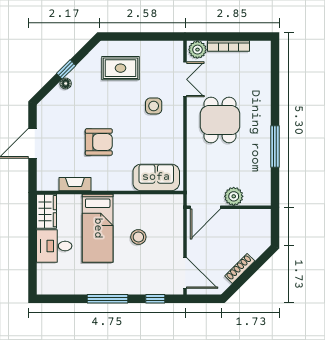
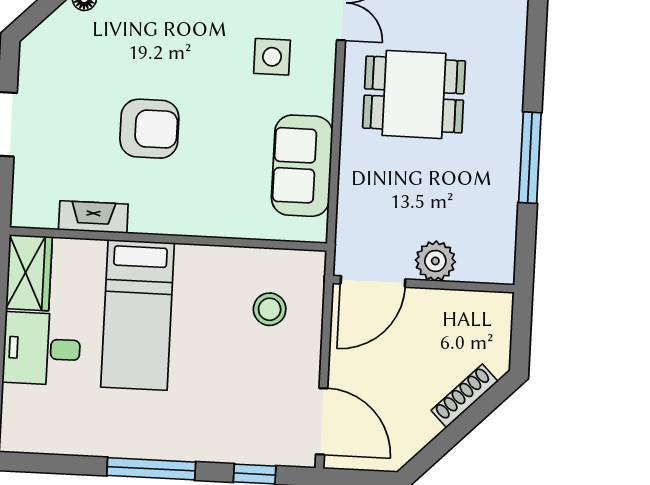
dining table: (220, 120) -> (414, 94), turned 90
sofa: (156, 177) -> (302, 166), moved, turned -90
stool: (138, 237) -> (270, 309), moved
shoe rack: (240, 268) -> (465, 396), moved

